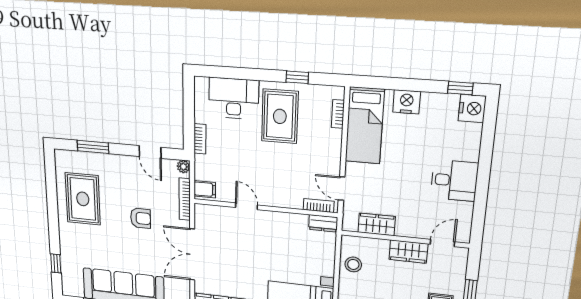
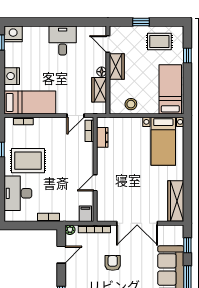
dresser: (323, 223) -> (102, 137), moved
floor lamp: (403, 230) -> (102, 72), added

